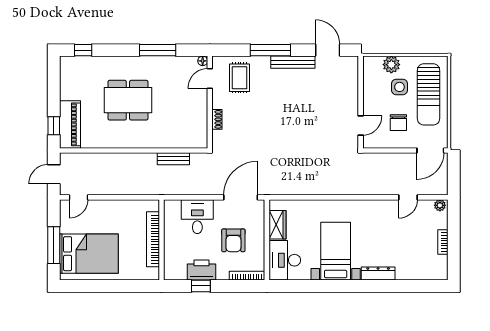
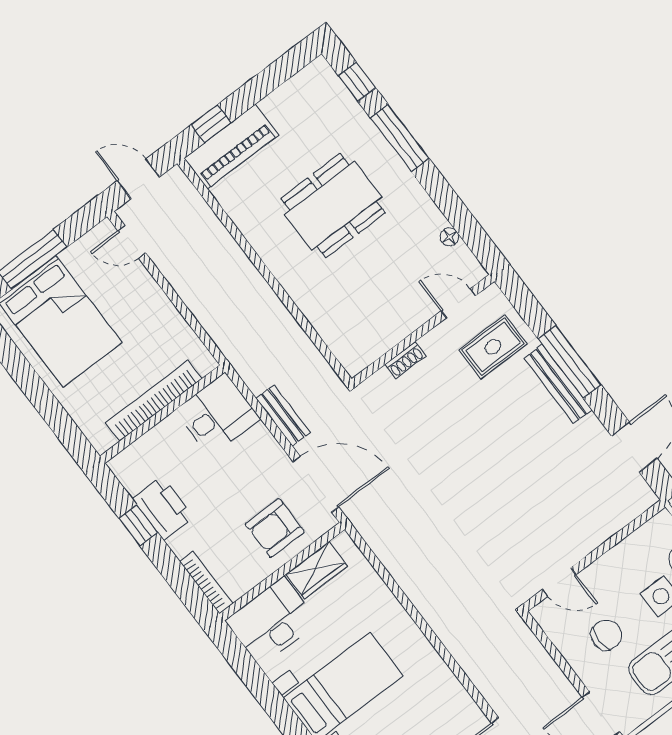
window: (158, 50) -> (400, 138), moved
floor lamp: (203, 61) -> (449, 237), moved
bench: (293, 62) -> (558, 384), moved
dining table: (128, 100) -> (333, 206), turned 90
chair: (398, 123) -> (606, 635), turned 180
bench: (173, 159) -> (283, 415), moved
desk: (197, 217) -> (218, 415), moved
armchair: (233, 240) -> (275, 528), moved

